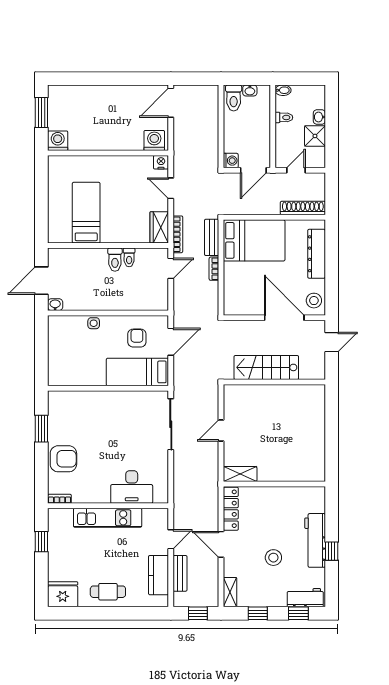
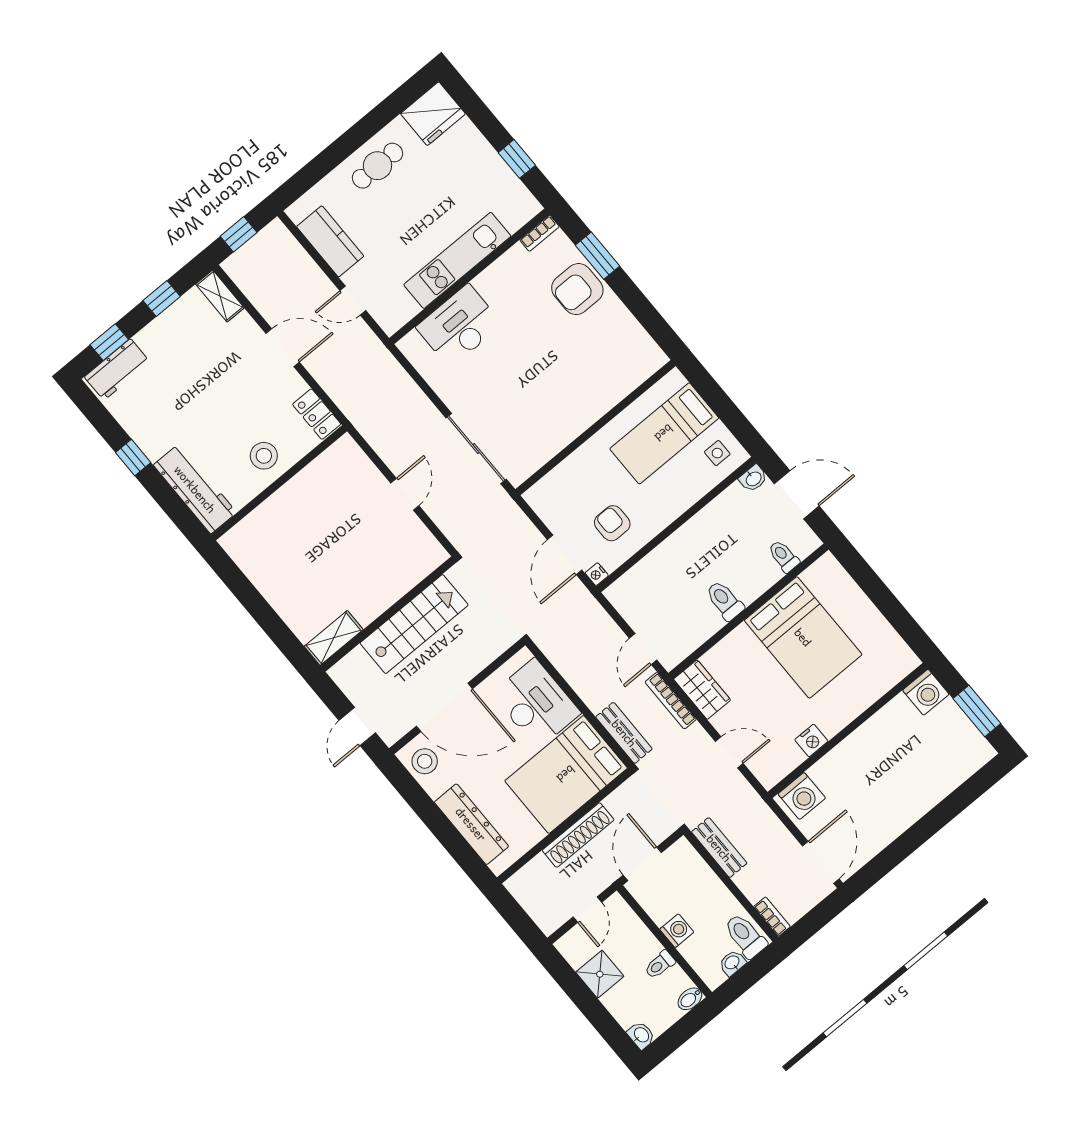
washbasin: (319, 117) -> (641, 1035), moved
washing machine: (231, 161) -> (677, 931), moved, turned 180
nightstand: (161, 162) -> (811, 740), moved
shoe rack: (303, 208) -> (578, 835), moved
bed: (86, 213) -> (803, 637), width x1.50
toilet: (129, 257) -> (784, 556), moved
bookcase: (214, 269) -> (772, 917), moved
door: (41, 281) -> (797, 495), hinge flipped
desk: (241, 284) -> (536, 703), added
nightstand: (164, 321) -> (597, 574), added
side table: (94, 323) -> (717, 453), moved
armchair: (137, 338) -> (612, 523), turned 180
bed: (137, 372) -> (664, 433), moved, turned 180
window: (41, 429) -> (597, 256), moved
shelving: (240, 474) -> (334, 638), moved
locker: (231, 509) -> (317, 414), width x0.66
door: (171, 539) -> (353, 301), hinge flipped
workbench: (315, 540) -> (195, 489), moved
stool: (273, 558) -> (264, 456), moved
bench: (180, 573) -> (719, 848), moved

